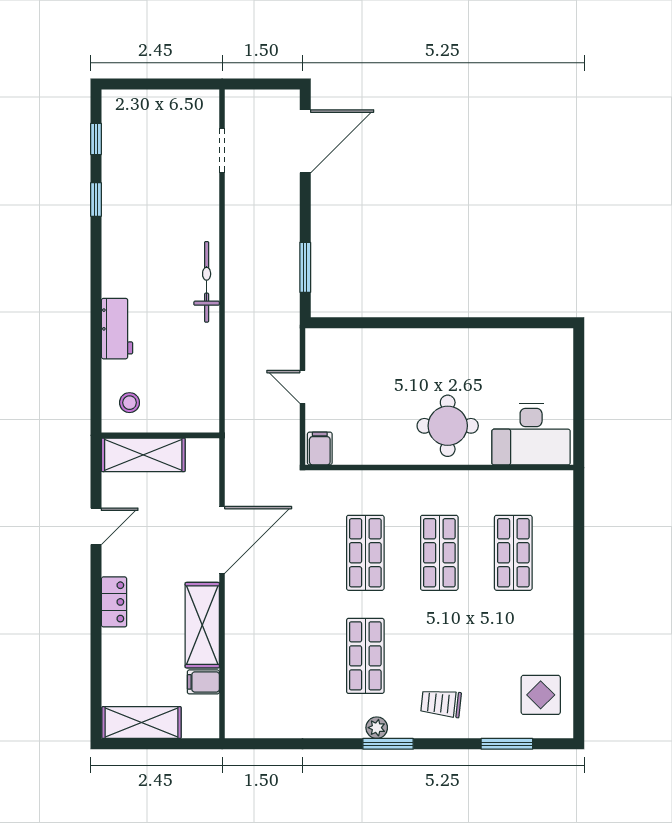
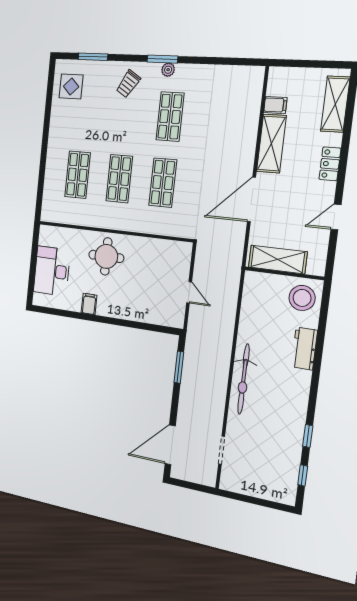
bicycle: (207, 282) -> (244, 379), width x1.37, depth x1.40
stool: (130, 403) -> (302, 298), width x1.89, depth x1.89
desk: (531, 434) -> (52, 271), moved, turned -90
filing cabinet: (320, 448) -> (89, 304), moved, turned 180
shelving: (143, 455) -> (278, 259), moved
trolley: (441, 703) -> (128, 84), turned 116
shelving: (142, 723) -> (335, 104), moved, turned 90

